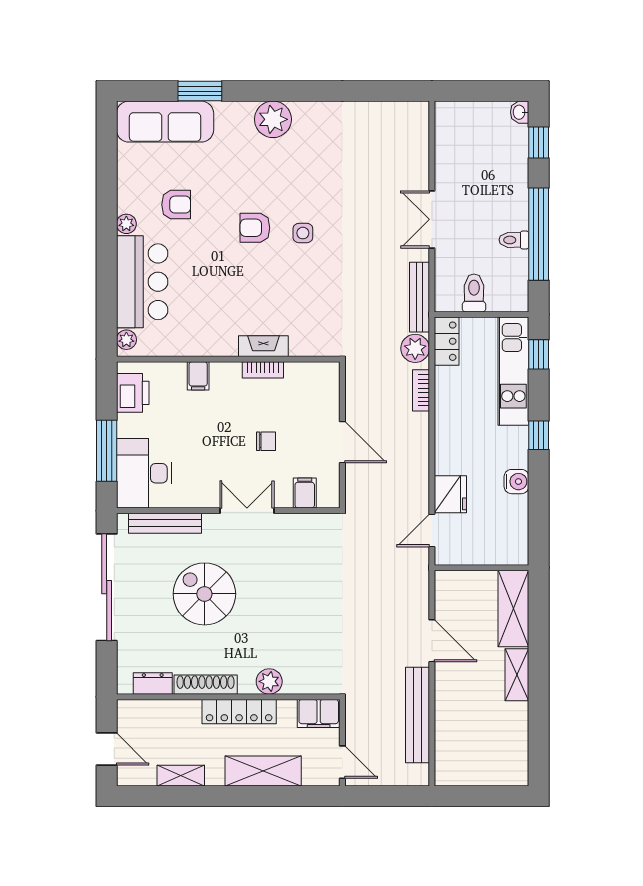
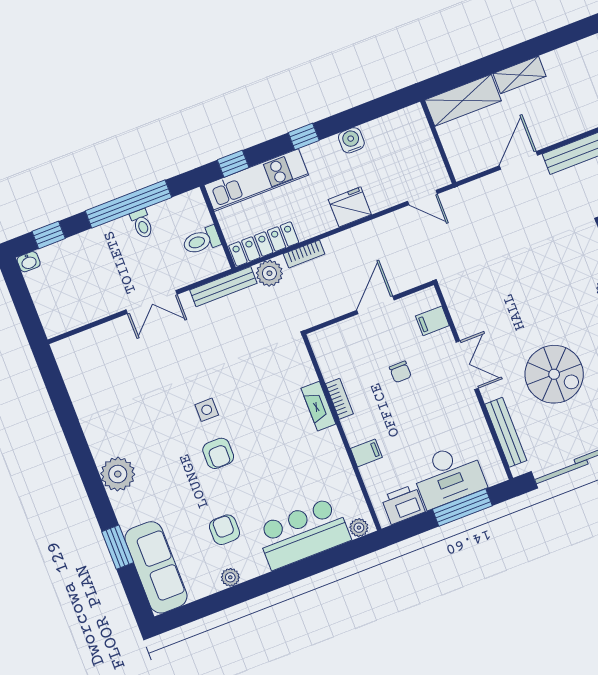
plant: (126, 224) -> (230, 577), moved
locker: (447, 341) -> (264, 244), width x1.53
chair: (266, 441) -> (400, 372), turned 180
desk: (144, 473) -> (448, 476), moved
fridge: (450, 494) -> (350, 207), moved
double door: (247, 511) -> (467, 365), swing flipped
spiral stairs: (204, 594) -> (554, 374), turned -90

